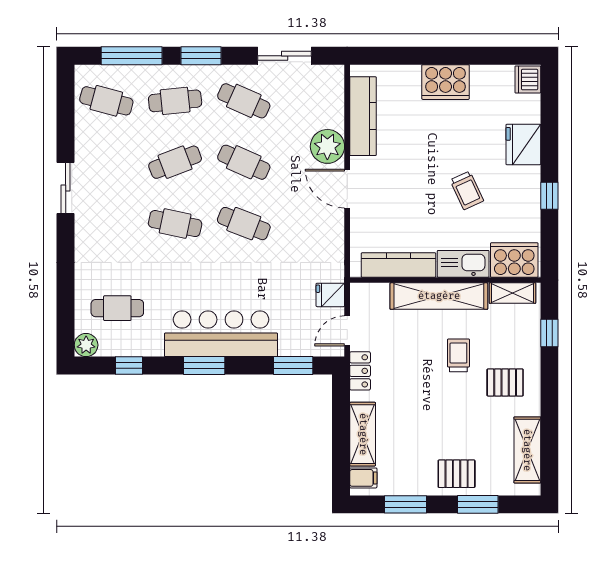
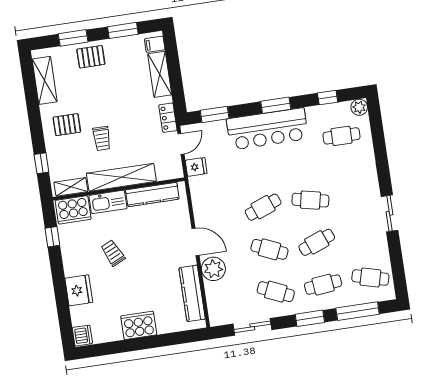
window: (549, 196) -> (52, 237), moved
cafe table: (244, 224) -> (263, 207), turned -42

